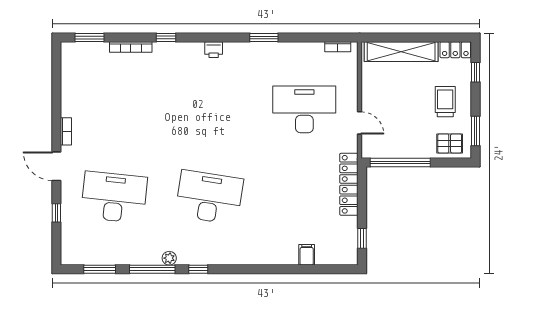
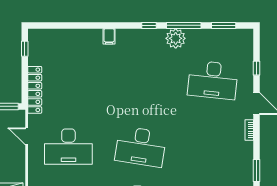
window: (56, 78) -> (257, 171), added
desk: (209, 197) -> (141, 147), moved
filing cabinet: (307, 255) -> (109, 36), moved
plant: (169, 258) -> (176, 38), width x1.88, depth x1.88

